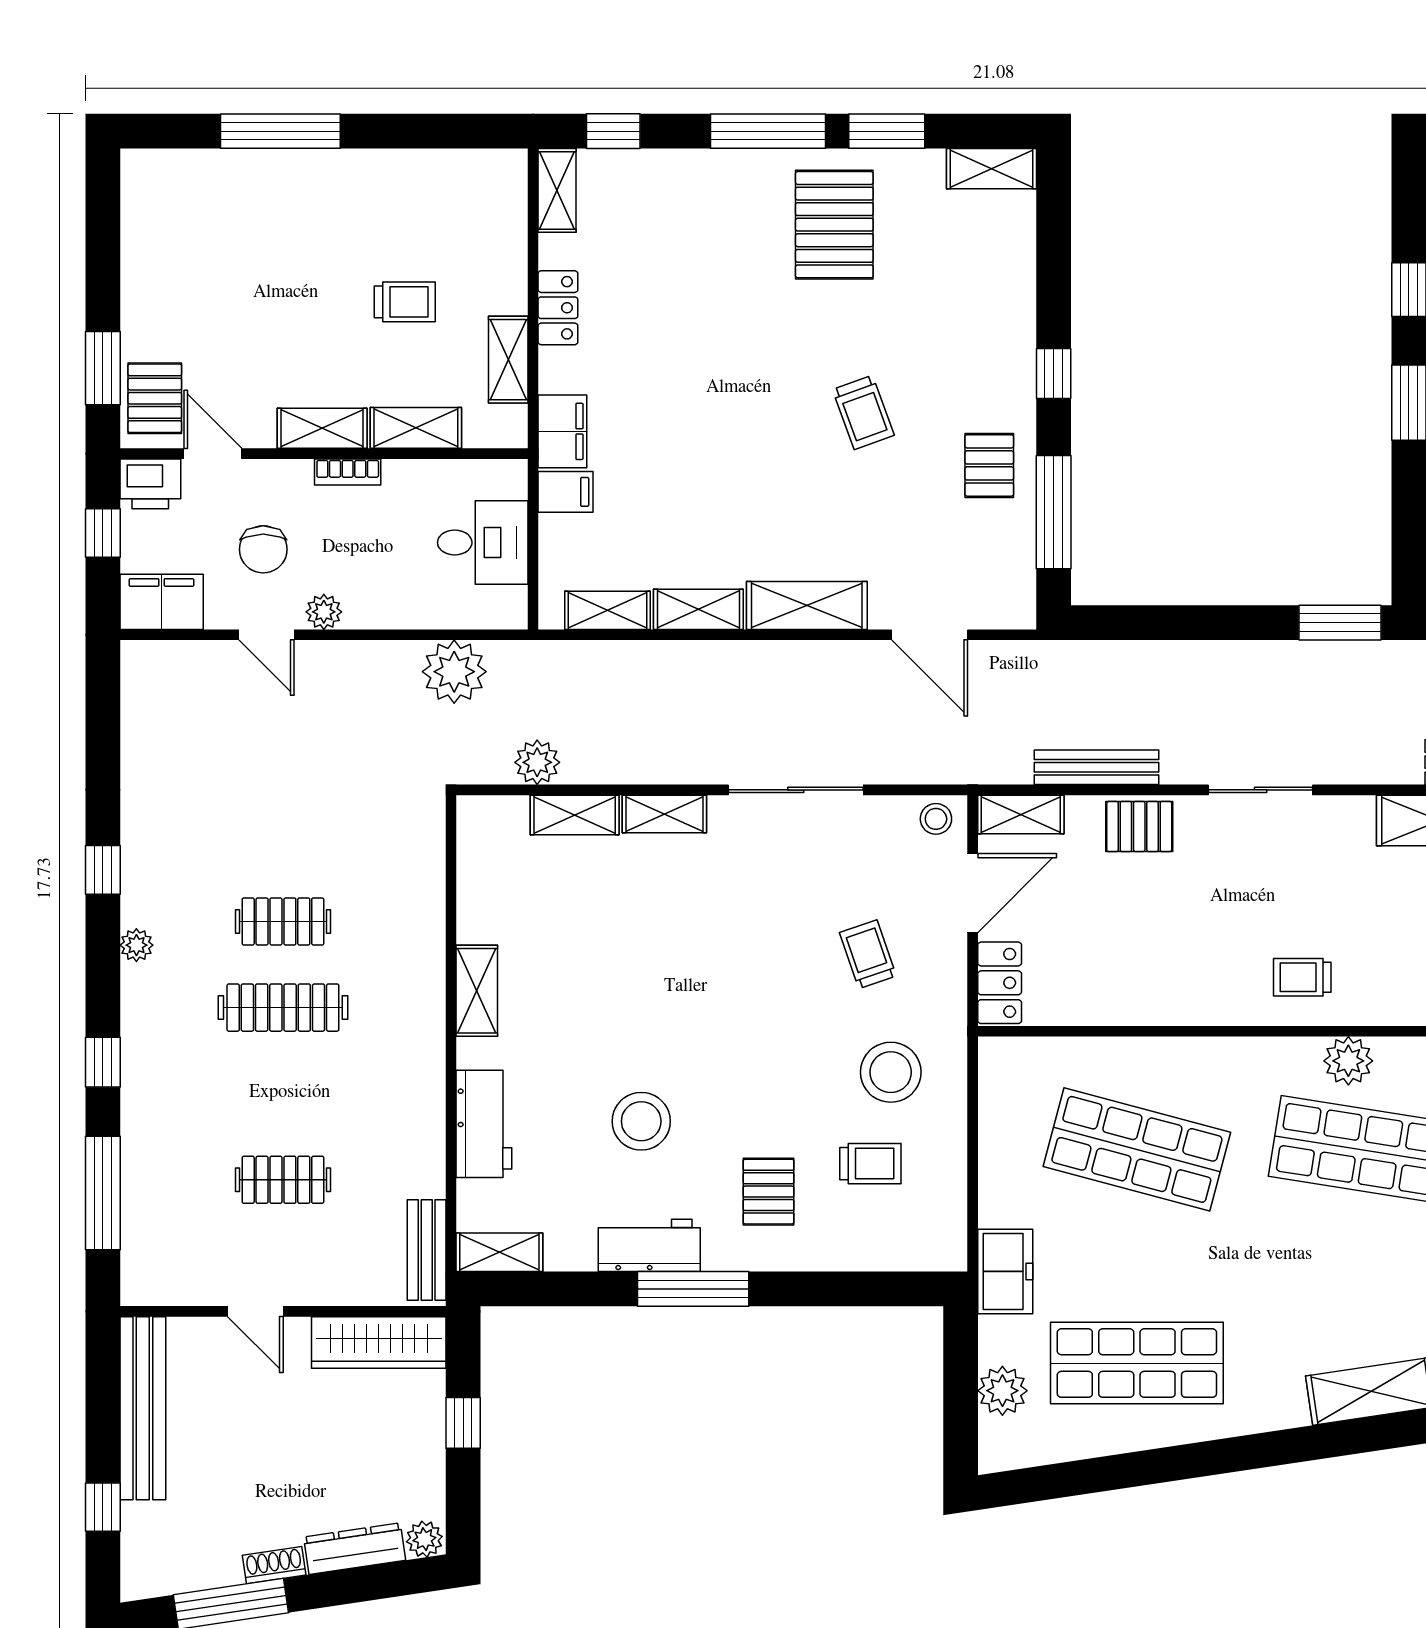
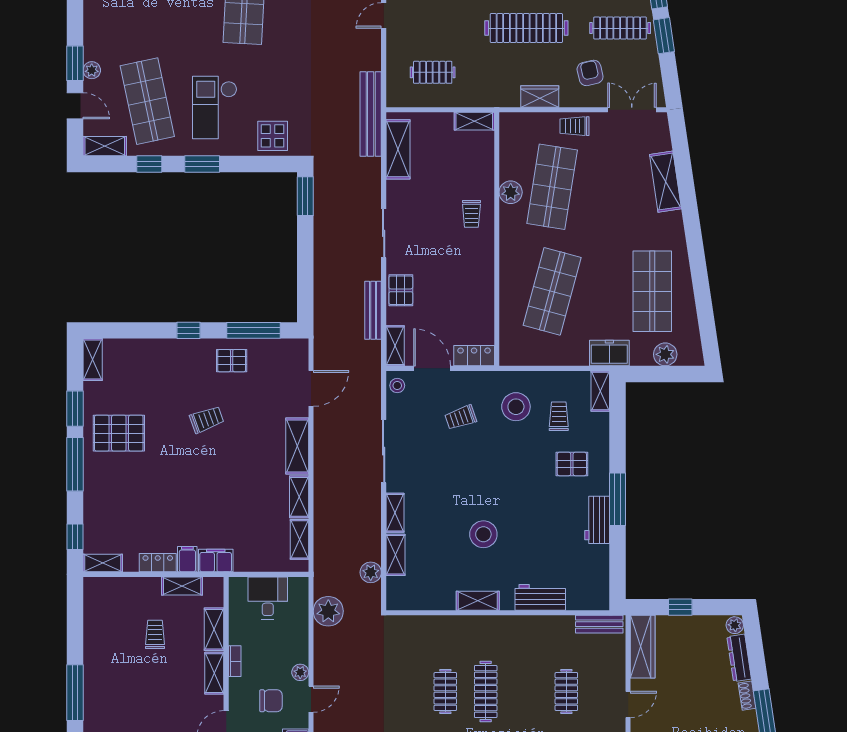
filing cabinet: (565, 492) -> (187, 559), moved
stool: (641, 1121) -> (483, 534), moved
shelving: (499, 1252) -> (600, 391), moved

